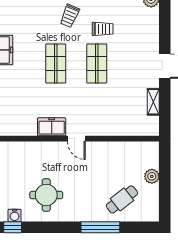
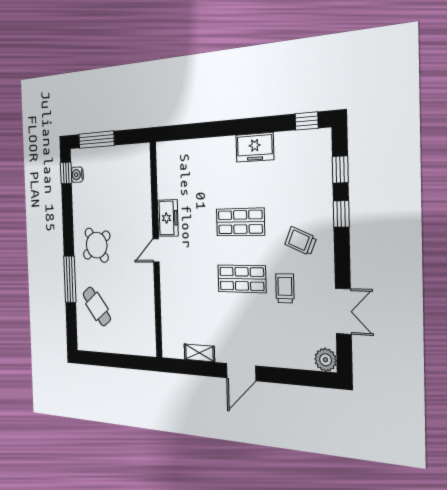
trolley: (103, 29) -> (285, 288), turned 180
plant: (152, 176) -> (121, 345), removed
round table: (46, 195) -> (97, 245), moved, turned -37

